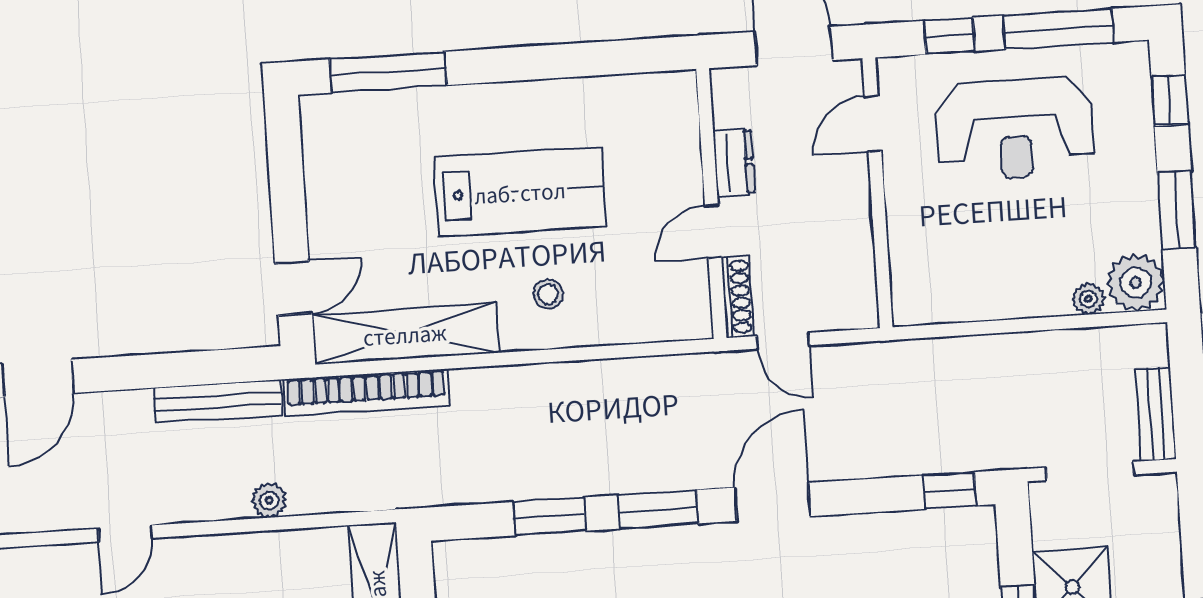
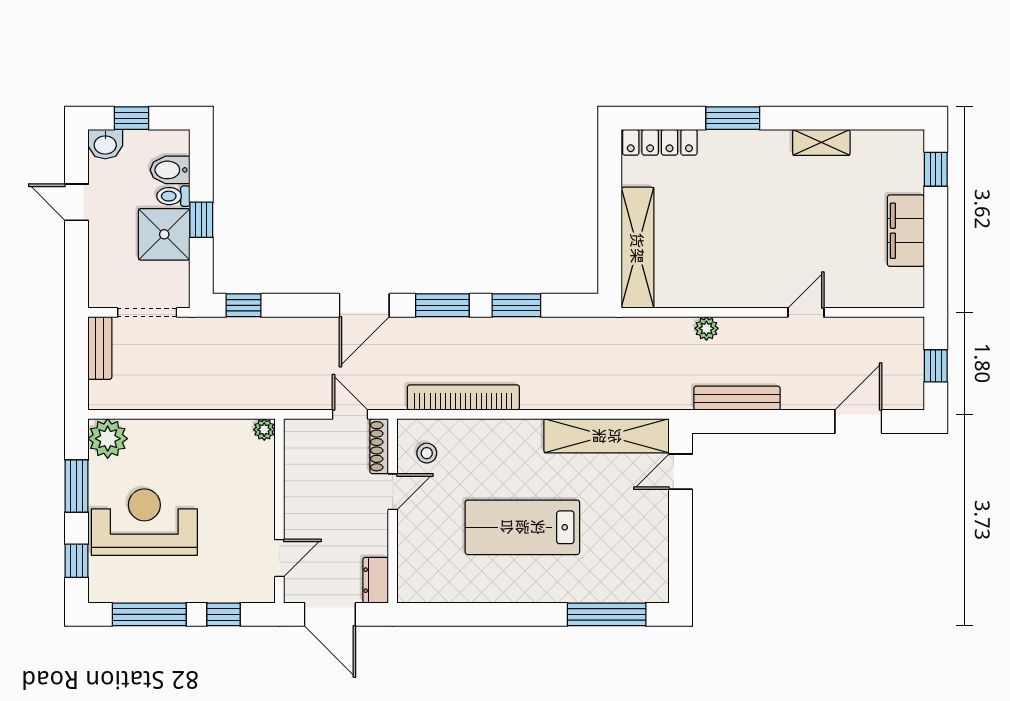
reception desk: (1015, 129) -> (144, 522), moved
dresser: (734, 162) -> (376, 580), moved
stool: (548, 294) -> (427, 453), moved
plant: (1088, 299) -> (264, 430), moved
bookcase: (366, 393) -> (463, 398), moved

